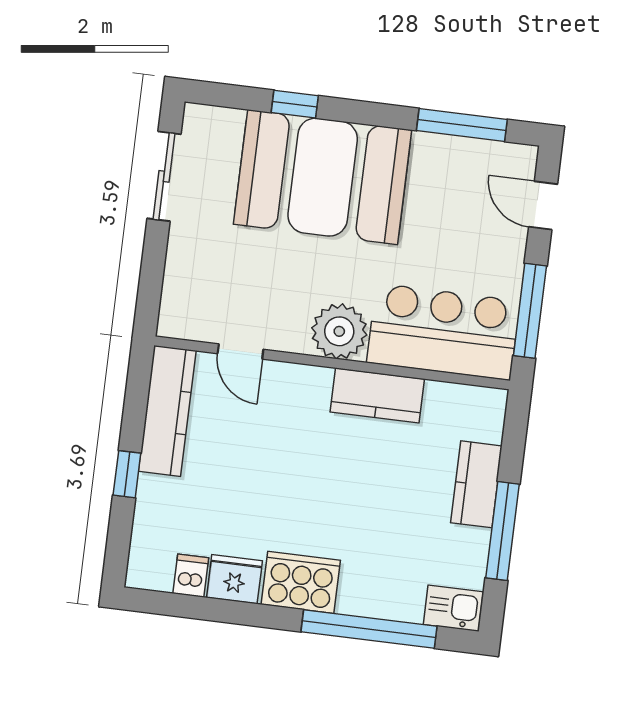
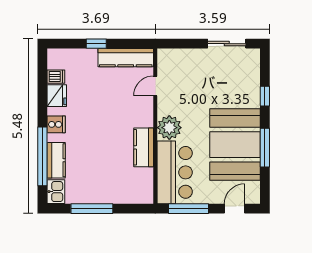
window: (462, 125) -> (265, 148), moved
booth: (323, 177) -> (235, 145), moved
kitchen counter: (476, 484) -> (56, 160), moved, turned 90
cooker: (301, 582) -> (56, 124), width x0.53, depth x0.76

